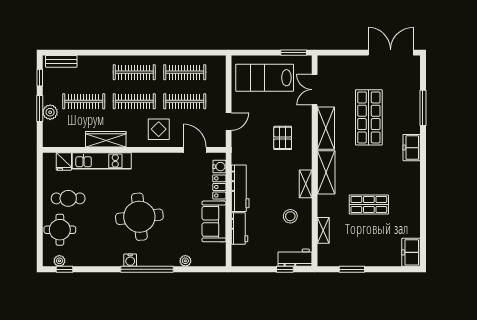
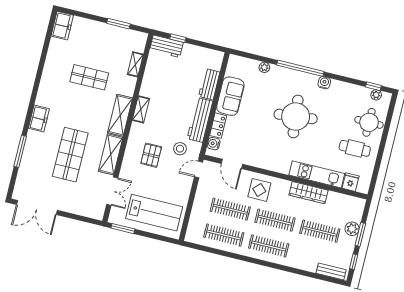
door: (229, 122) -> (199, 169), moved
stool: (290, 216) -> (180, 149), moved
water cooler: (130, 260) -> (324, 83), moved

